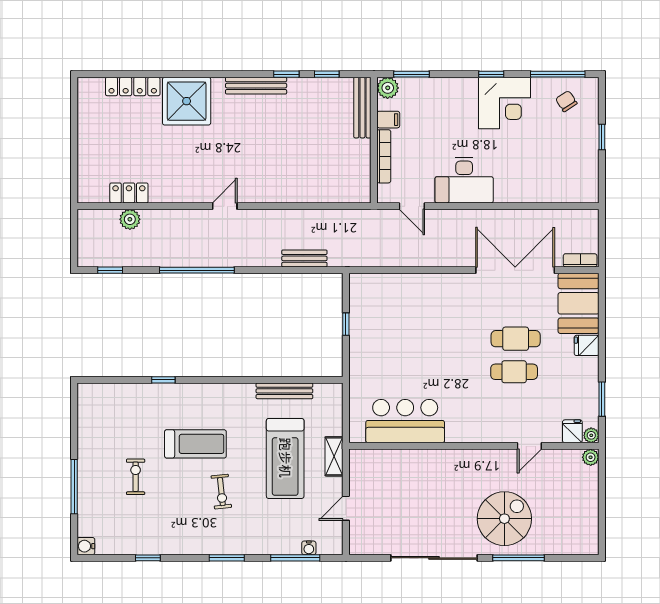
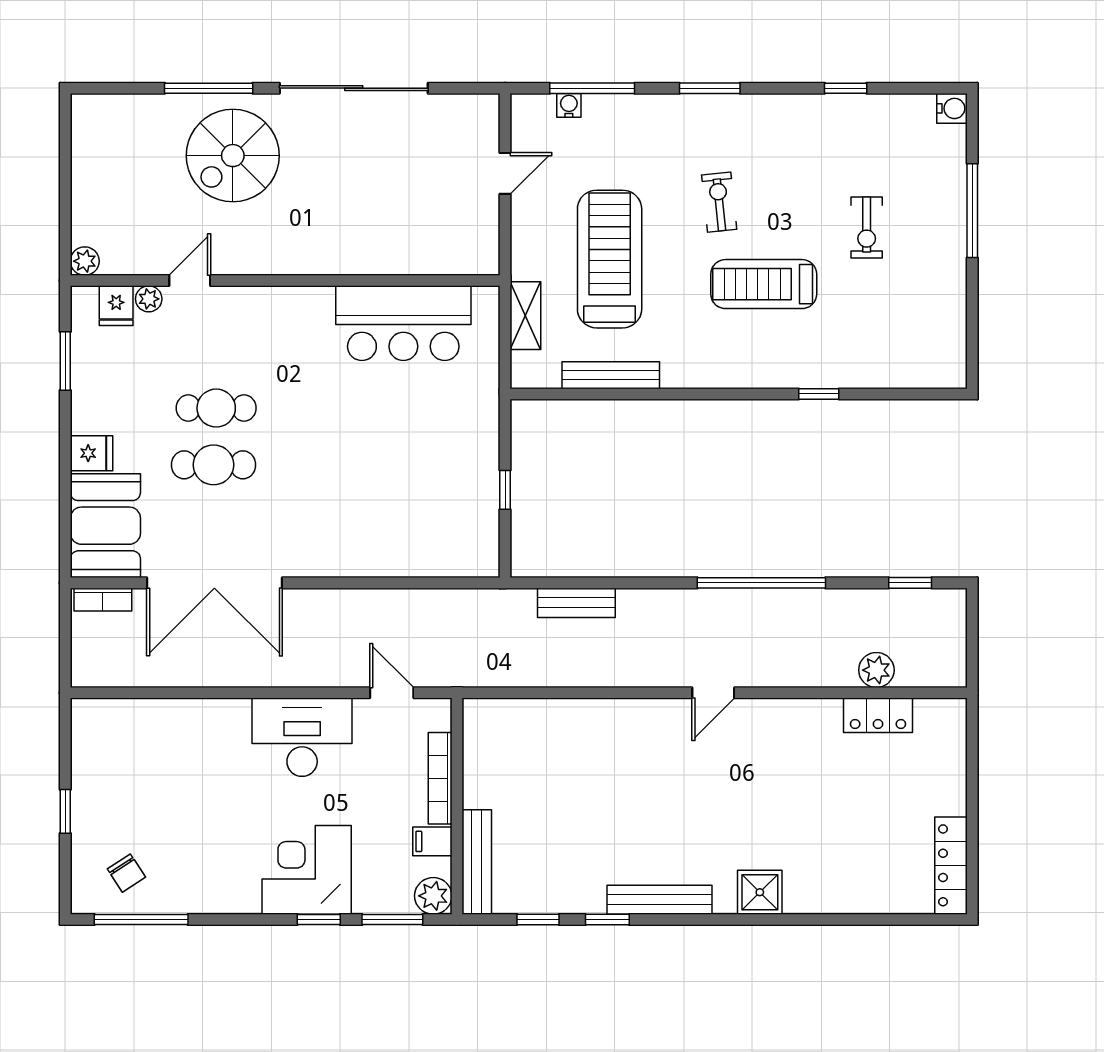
window: (491, 74) -> (319, 920), moved
locker: (133, 86) -> (951, 865), moved, turned -90
shower: (187, 101) -> (760, 892), width x0.54, depth x0.54
corner desk: (505, 103) -> (307, 870), moved
plant: (591, 435) -> (149, 299), moved
shelving: (334, 456) -> (525, 316), moved

